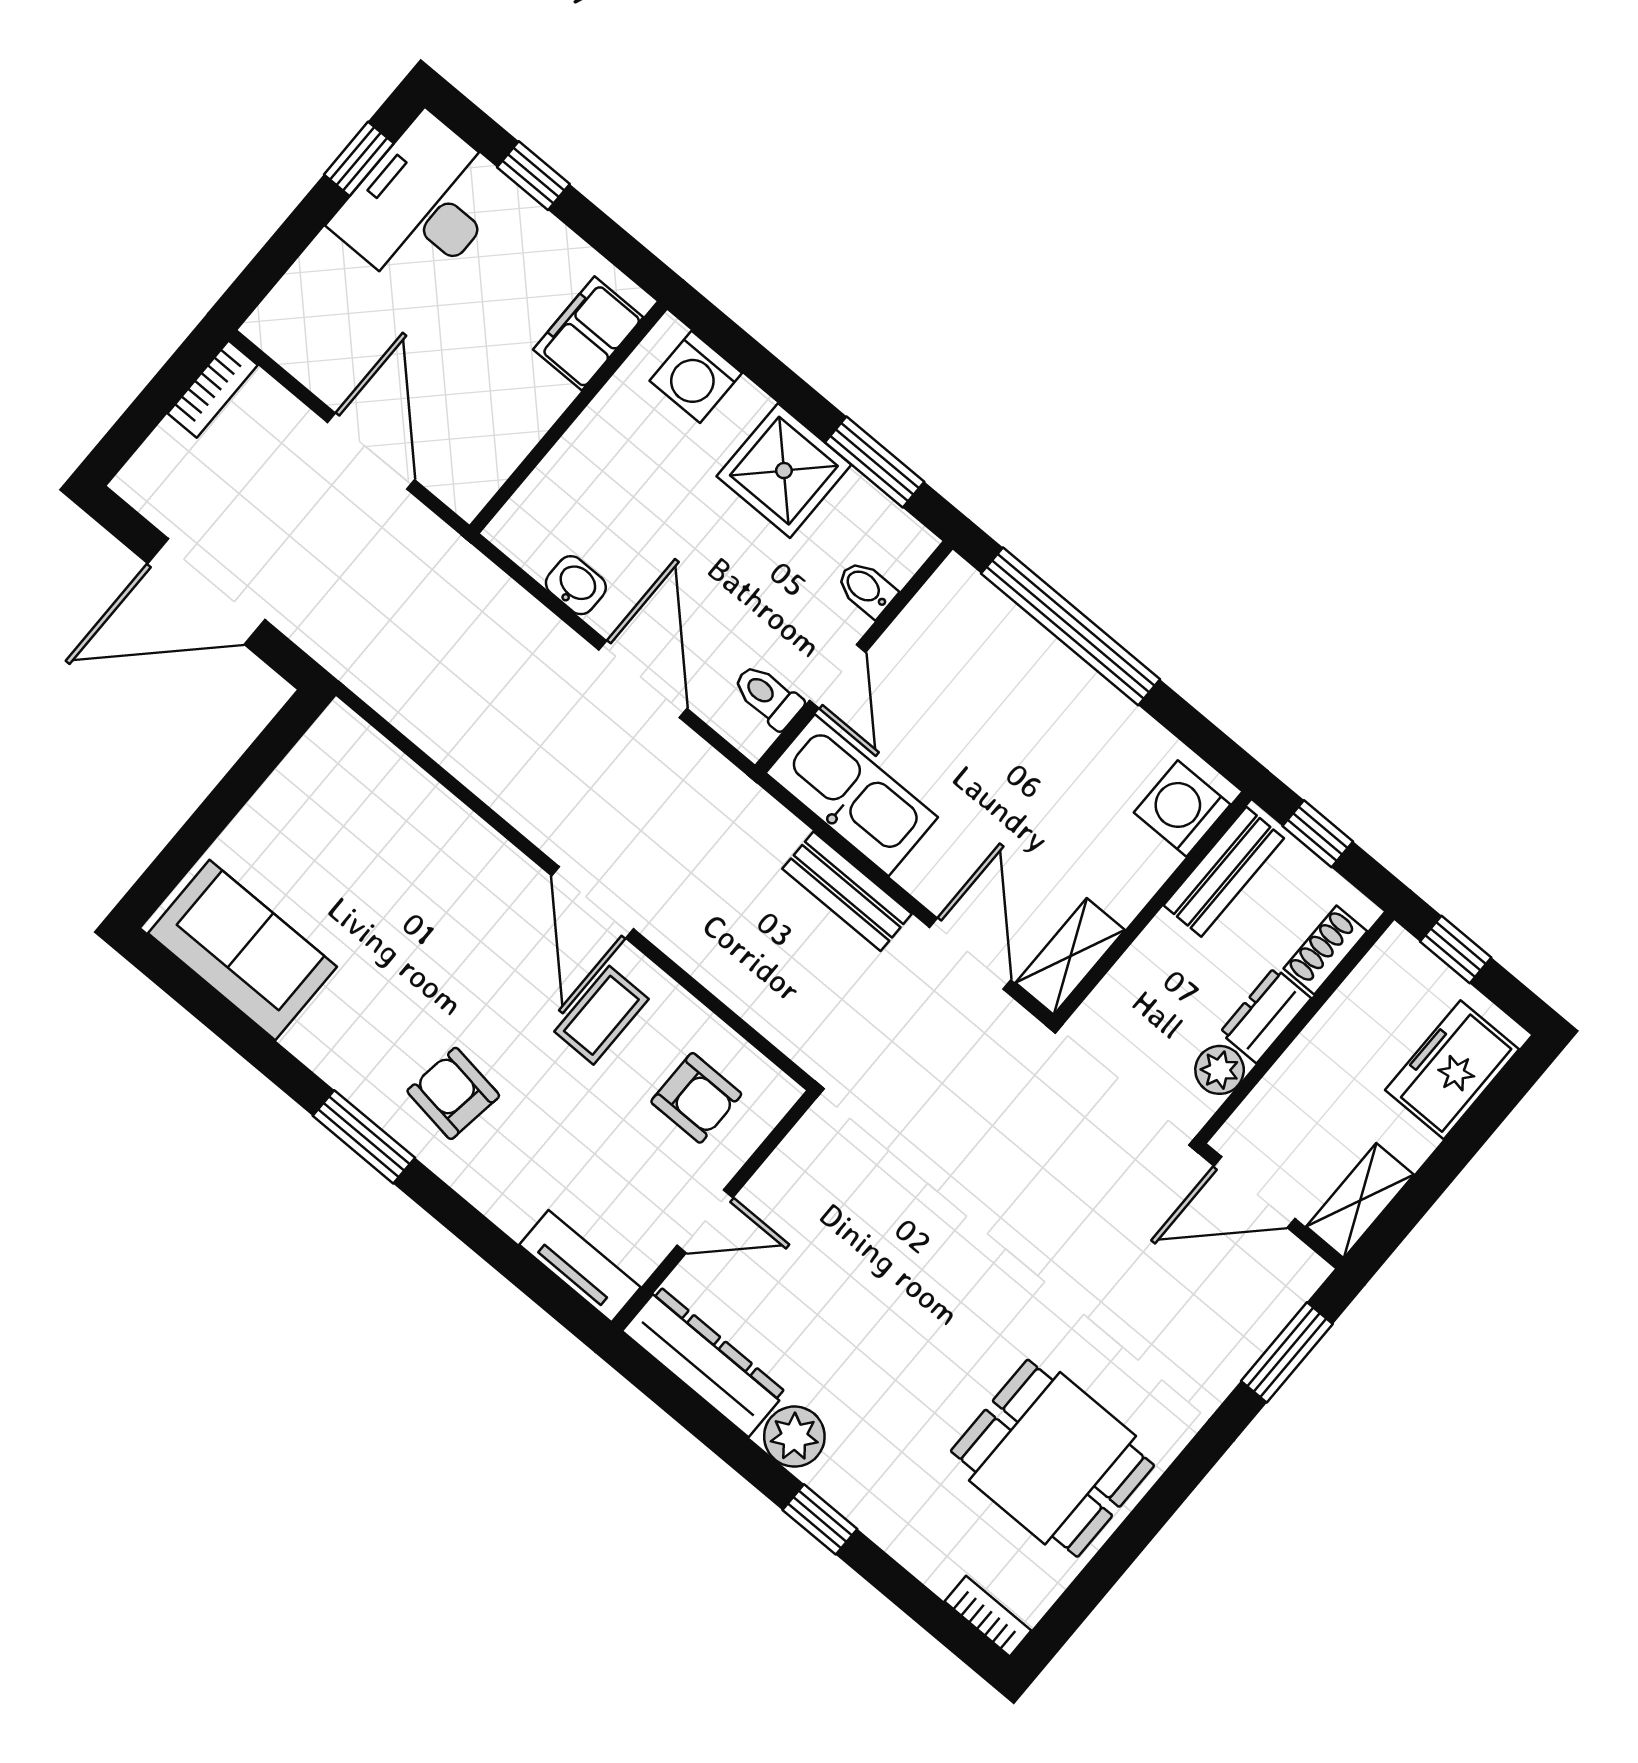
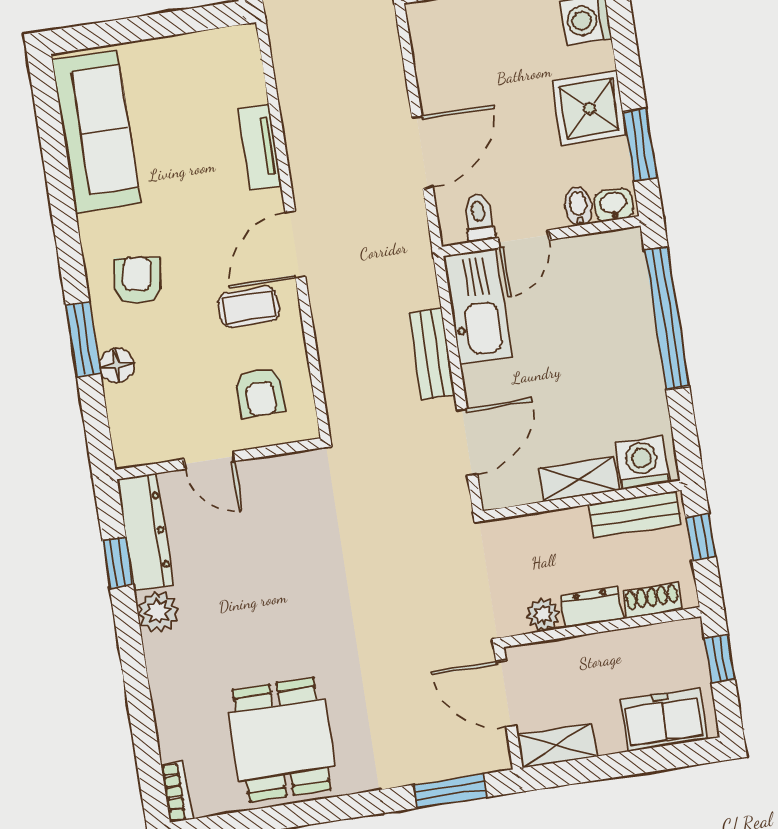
washbasin: (576, 585) -> (614, 205), moved, turned -90
sofa: (242, 950) -> (96, 131), width x1.36
shelving: (1070, 956) -> (579, 479), moved
window: (364, 1137) -> (83, 339), moved
floor lamp: (513, 1207) -> (117, 366), added
tv unit: (580, 1266) -> (260, 147), moved, turned 180
window: (820, 1519) -> (118, 563), moved

